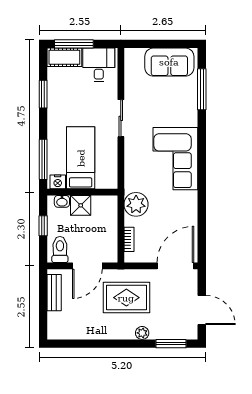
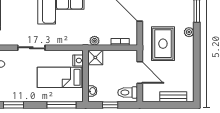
nightstand: (58, 182) -> (78, 60), moved
plant: (136, 204) -> (95, 41), width x0.53, depth x0.53
shower: (81, 205) -> (95, 57), moved
bench: (54, 293) -> (173, 97), moved

